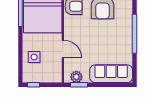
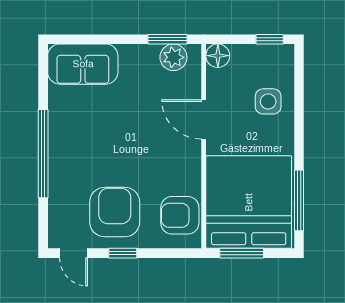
sofa: (111, 74) -> (83, 64), width x0.73
floor lamp: (57, 77) -> (218, 56), added

